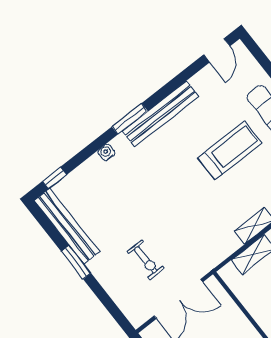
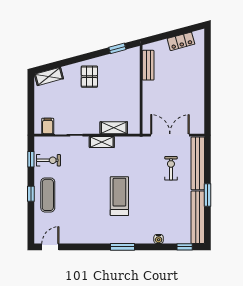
bench: (160, 114) -> (198, 163), moved, turned 90
treadmill: (230, 150) -> (119, 196), moved, turned 90
water cooler: (106, 152) -> (159, 239), moved

